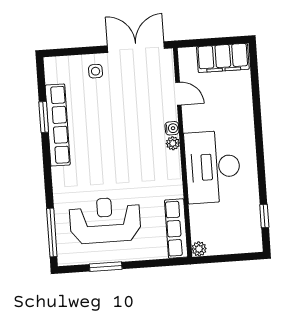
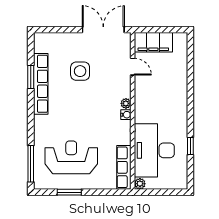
filing cabinet: (223, 58) -> (153, 42), moved
side table: (96, 71) -> (80, 71), moved, width x1.87, depth x1.87
water cooler: (172, 128) -> (126, 115), moved
desk: (213, 167) -> (154, 150), moved
window: (264, 216) -> (190, 146), moved

